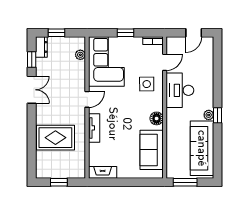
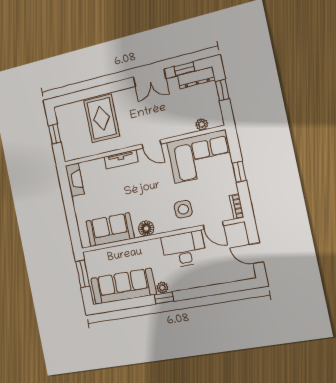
dresser: (41, 47) -> (196, 78), width x1.44

